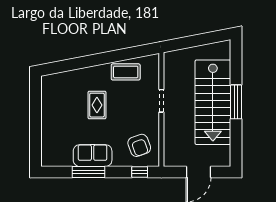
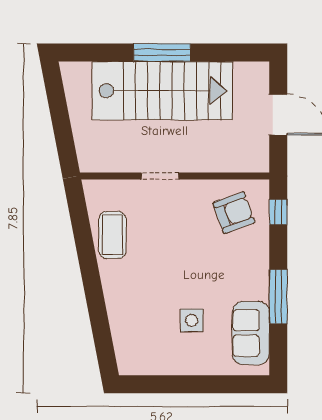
rug: (97, 105) -> (167, 282), removed
side table: (74, 120) -> (192, 320), added
sofa: (93, 156) -> (251, 333), moved

